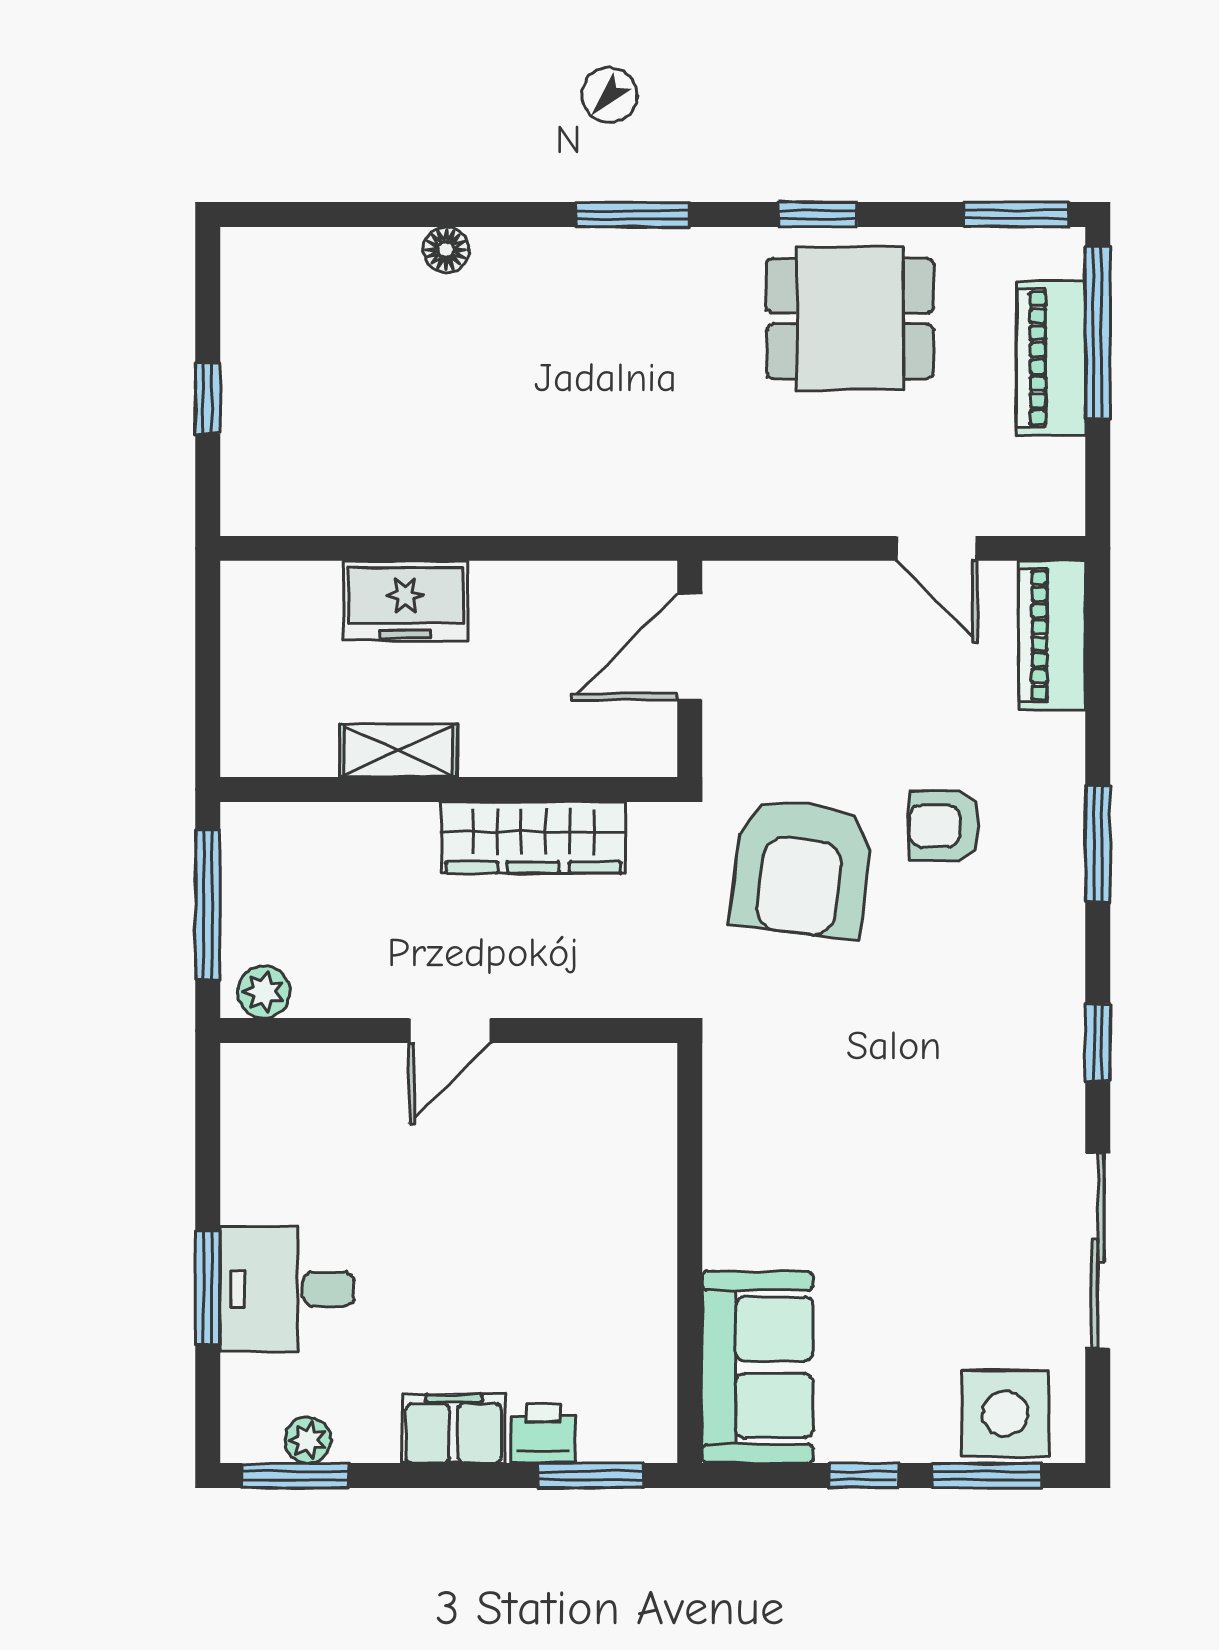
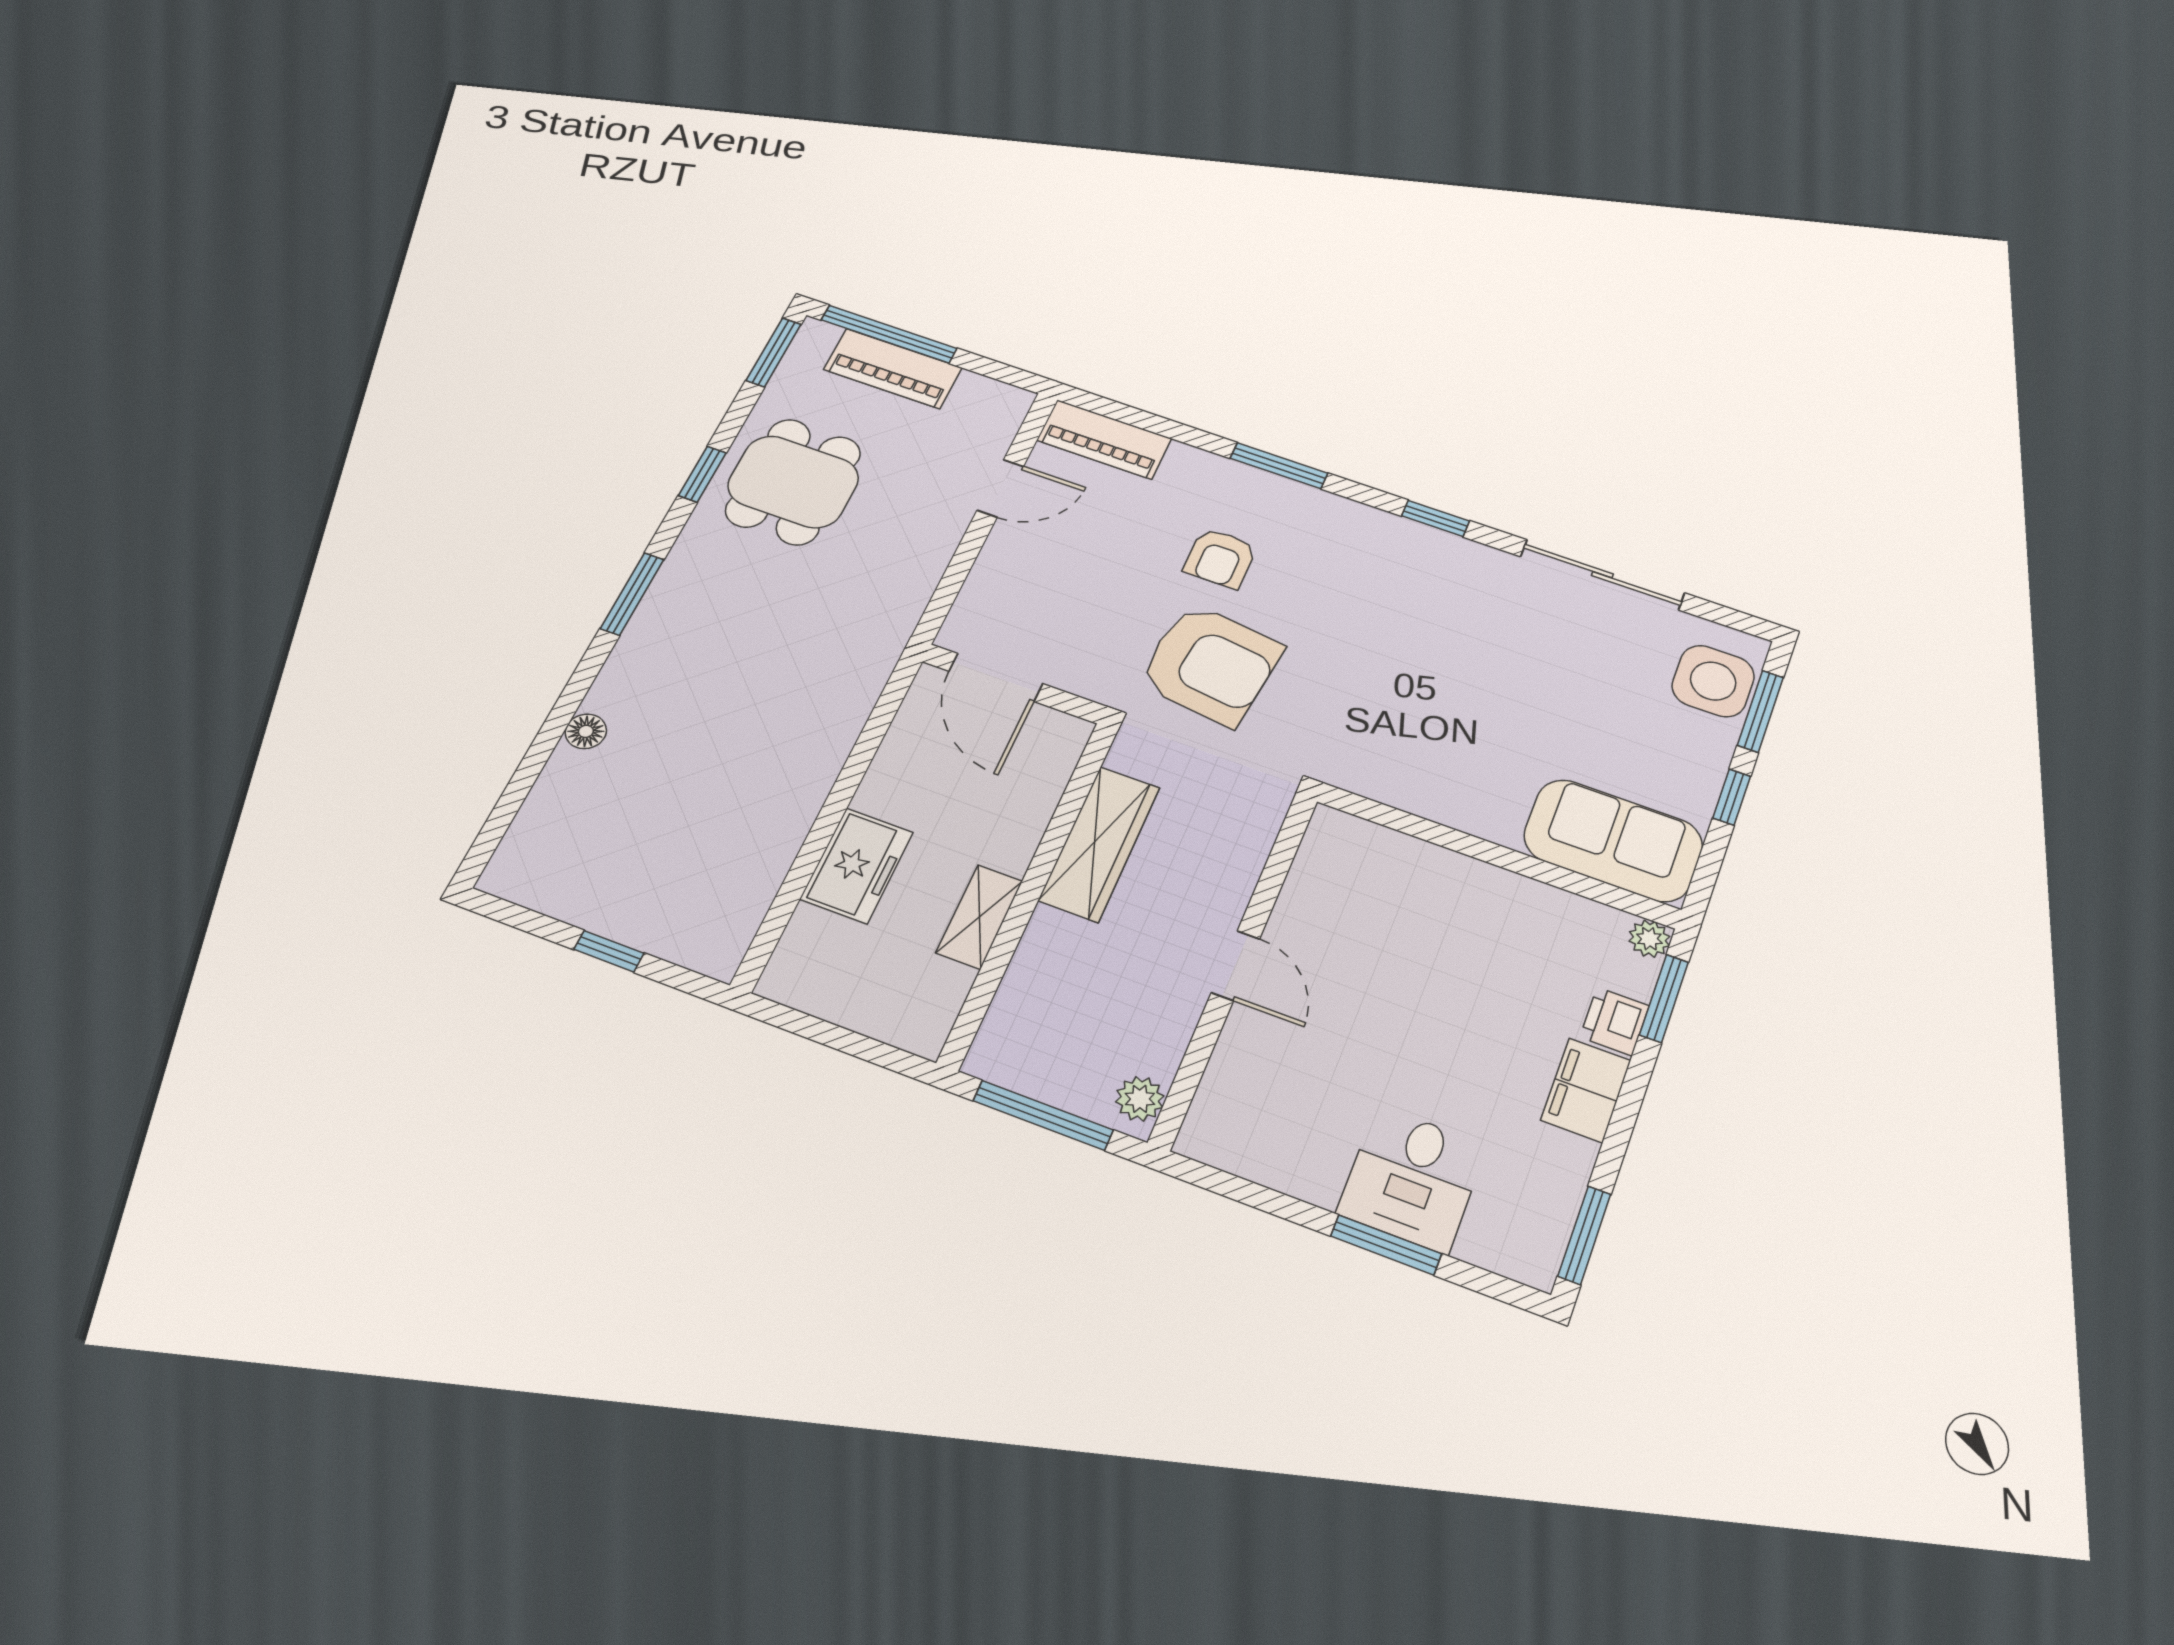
plant: (308, 1440) -> (1649, 939), moved

